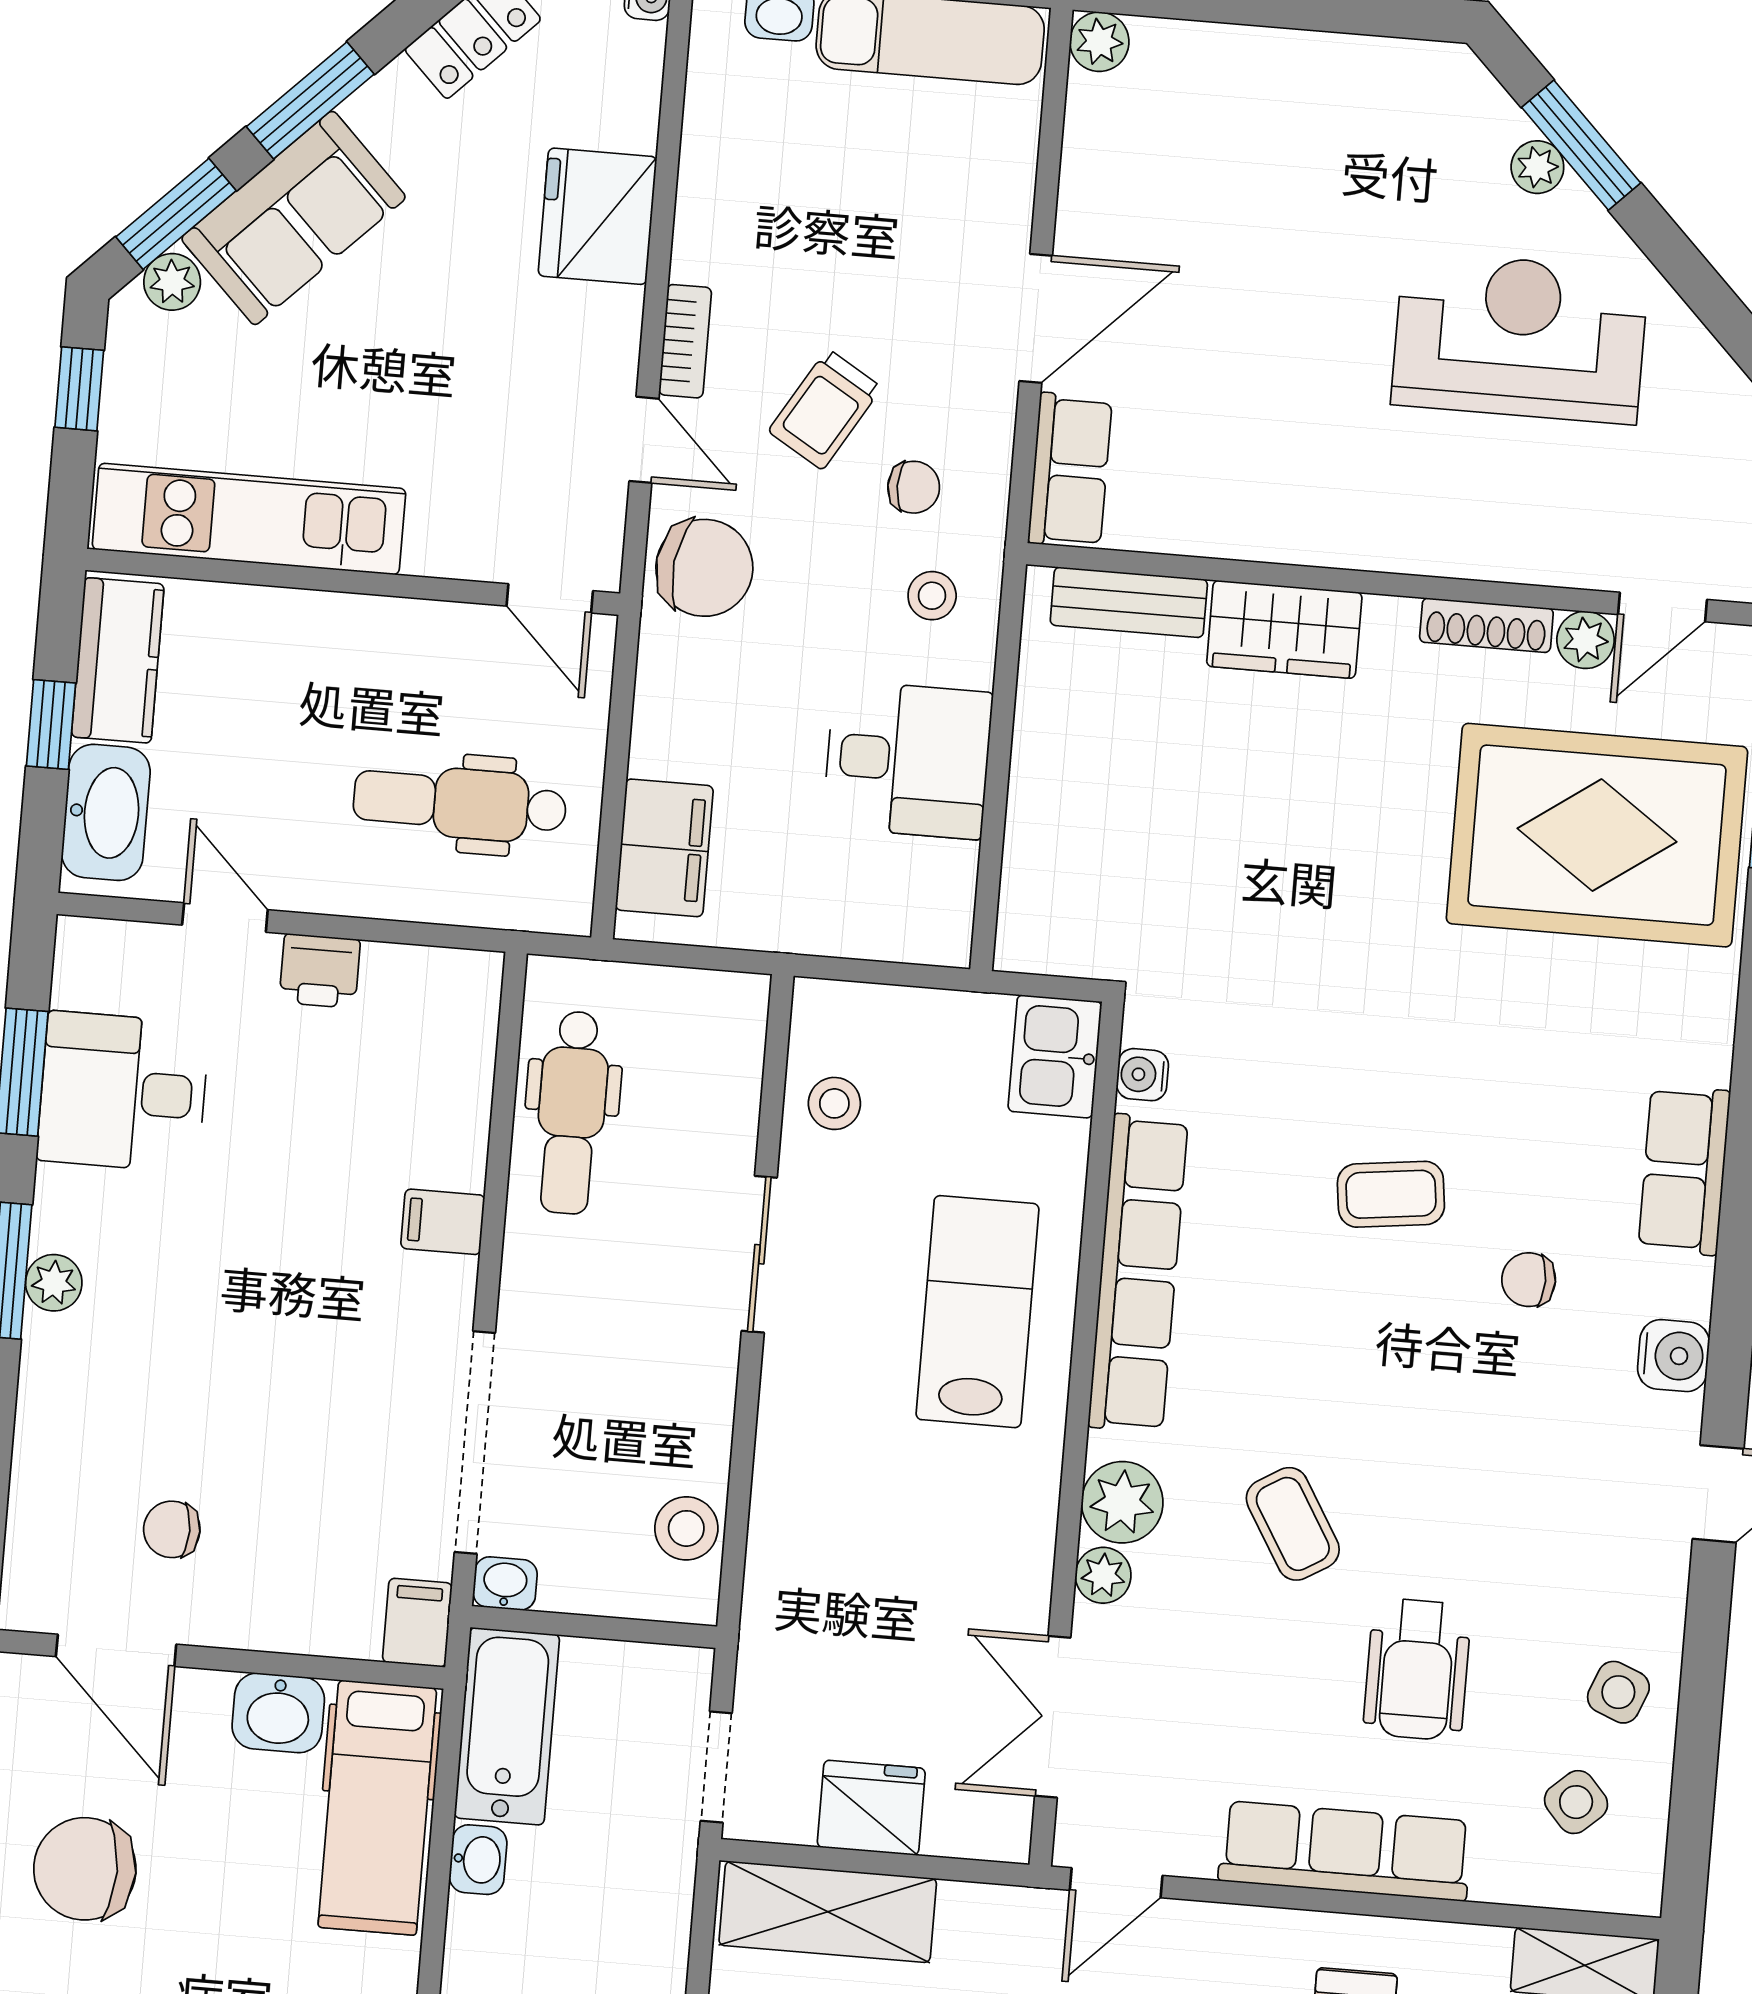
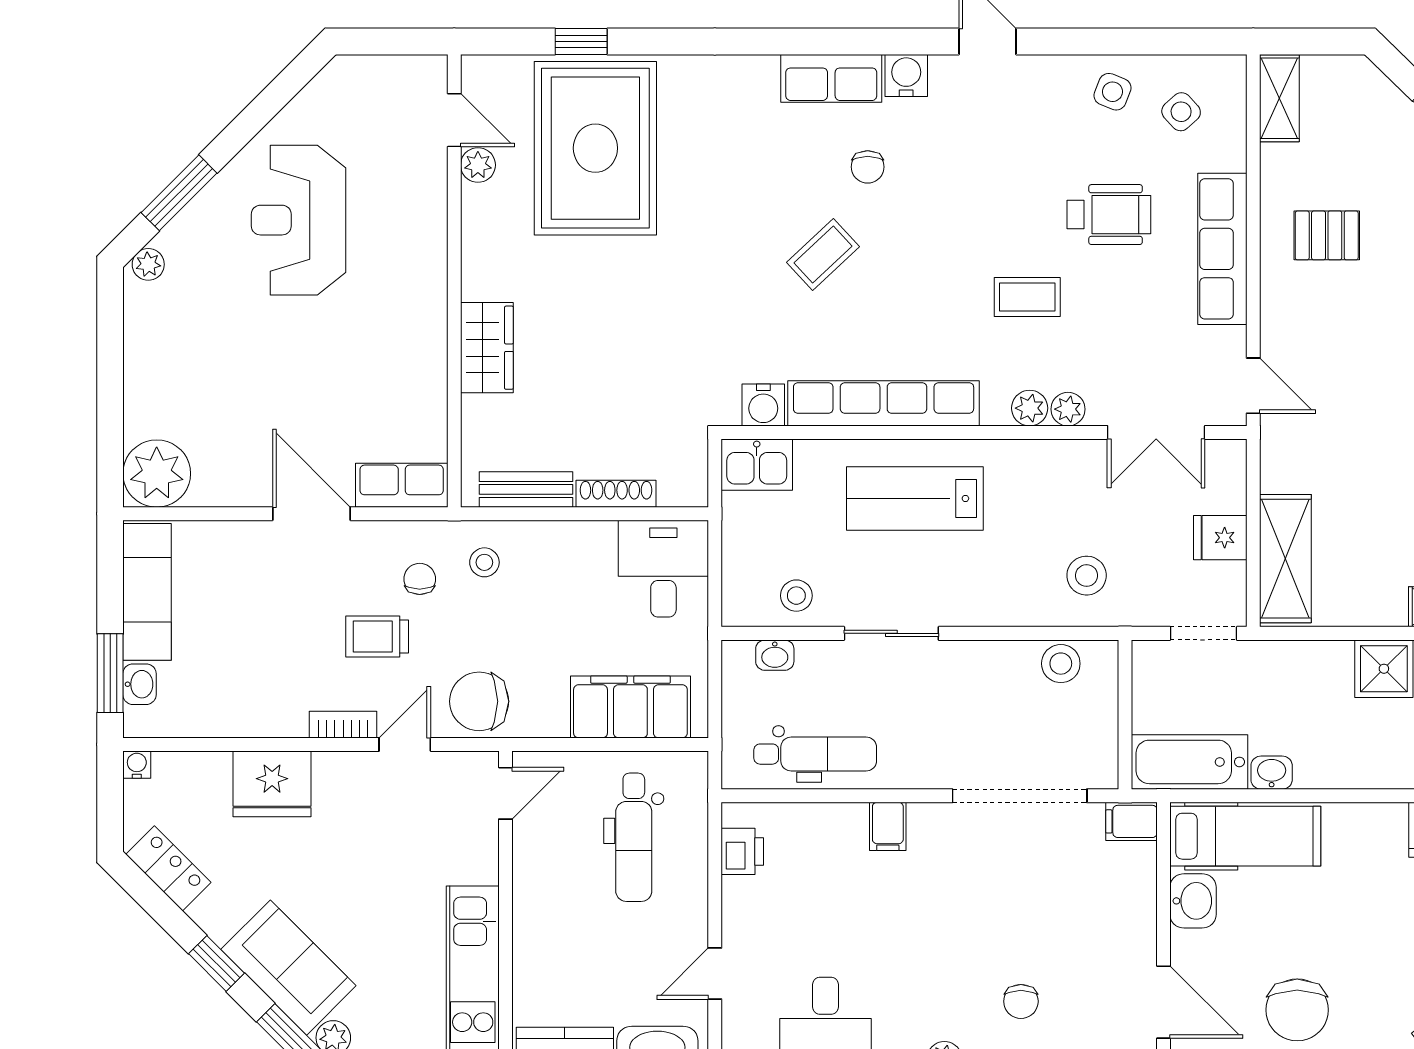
plant: (1099, 42) -> (157, 474), width x1.88, depth x1.88
window: (310, 100) -> (217, 963), width x0.67
plant: (1537, 167) -> (148, 264), moved
trolley: (825, 409) -> (377, 637), turned 149
chair: (704, 568) -> (479, 701), turned -97
bench: (1129, 602) -> (526, 489), moved, turned 90
shoe rack: (1486, 625) -> (616, 494), moved, turned -90
desk: (908, 760) -> (663, 569), moved
filing cabinet: (664, 848) -> (630, 707), width x1.50, depth x1.17
printer: (320, 971) -> (742, 851), moved
water cooler: (1142, 1075) -> (763, 405), width x1.38, depth x1.38
row of seats: (1684, 1170) -> (831, 78), moved
coffee table: (1391, 1194) -> (823, 254), turned 54
plant: (1122, 1502) -> (1030, 408), width x0.73, depth x0.73
coffee table: (1293, 1524) -> (1027, 297), turned 31
chair: (172, 1529) -> (1021, 1001), moved
washbasin: (505, 1583) -> (775, 655), moved, turned -90
stool: (827, 1583) -> (1087, 576), added
door: (116, 1650) -> (1164, 1002), hinge flipped
fridge: (871, 1808) -> (1220, 538), width x0.72

